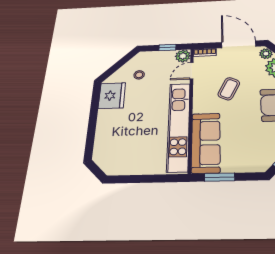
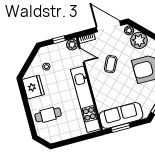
door: (192, 71) -> (82, 55), swing flipped
cafe table: (118, 135) -> (48, 115), added
sofa: (206, 143) -> (121, 115), moved, turned -90

